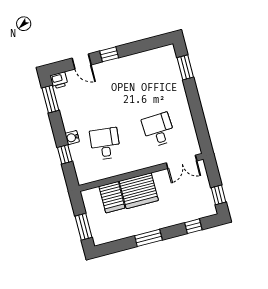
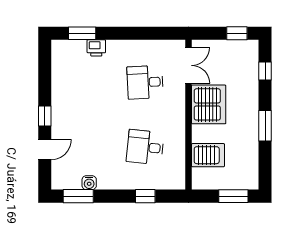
printer: (59, 80) -> (96, 48), moved, turned 90
water cooler: (72, 138) -> (89, 183), moved
server rack: (139, 191) -> (209, 104), moved

